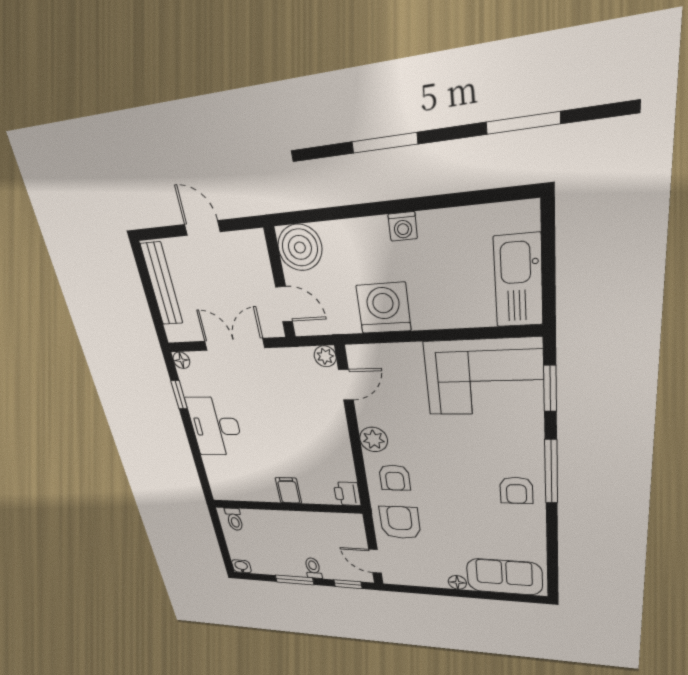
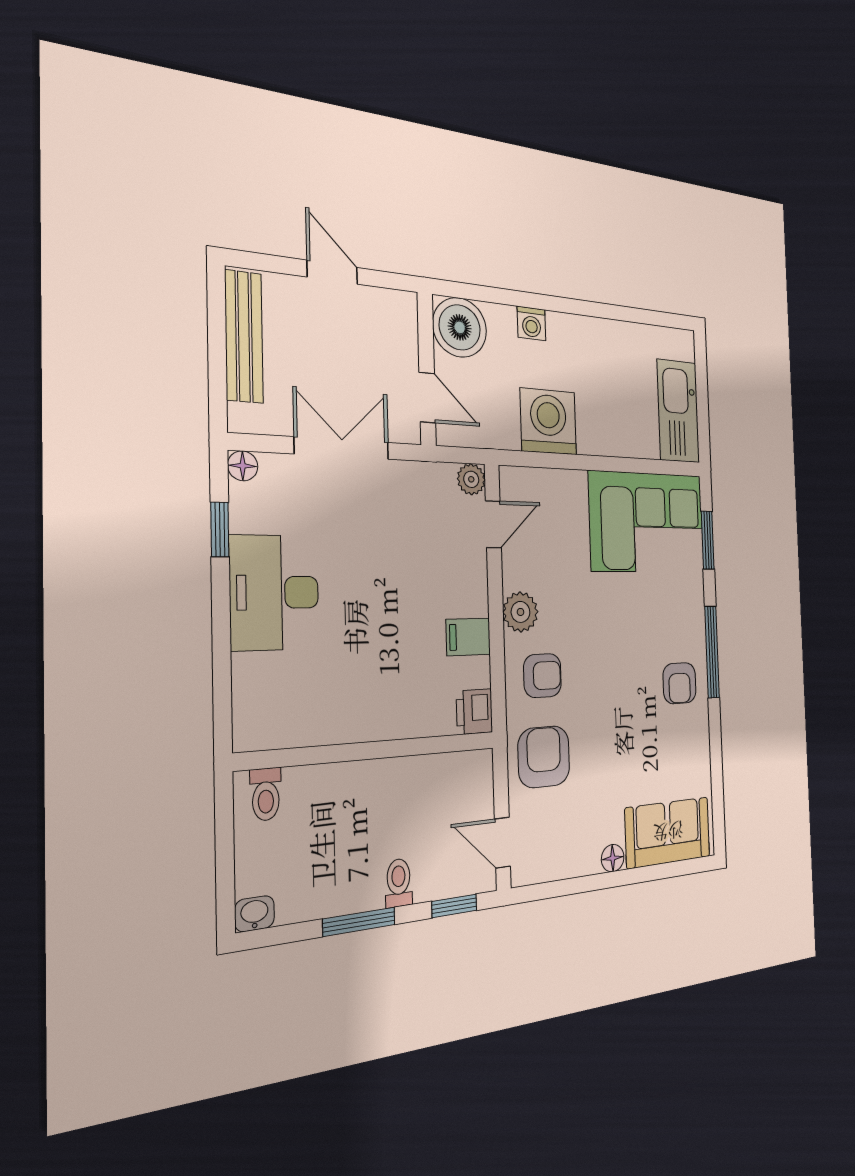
washing machine: (403, 226) -> (531, 323), moved
armchair: (395, 478) -> (542, 676), turned -90
filing cabinet: (288, 490) -> (468, 637), moved, turned -90

